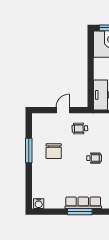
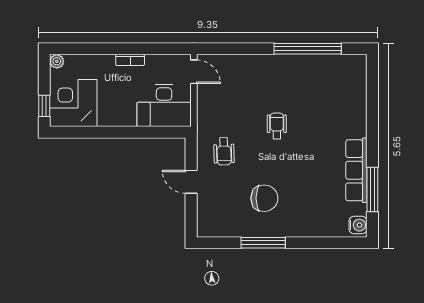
row of seats: (83, 203) -> (356, 170), moved
window: (80, 212) -> (372, 190), moved

